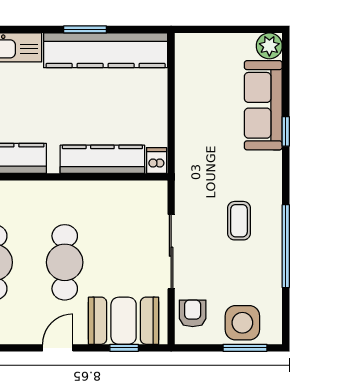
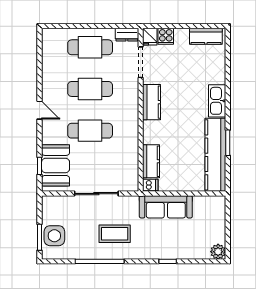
sofa: (263, 105) -> (166, 207), moved, turned 180
kitchen counter: (102, 159) -> (151, 161), width x0.67
coffee table: (239, 221) -> (115, 234), width x1.36, depth x1.30
armchair: (193, 313) -> (60, 206), removed
door: (58, 348) -> (40, 110), moved

